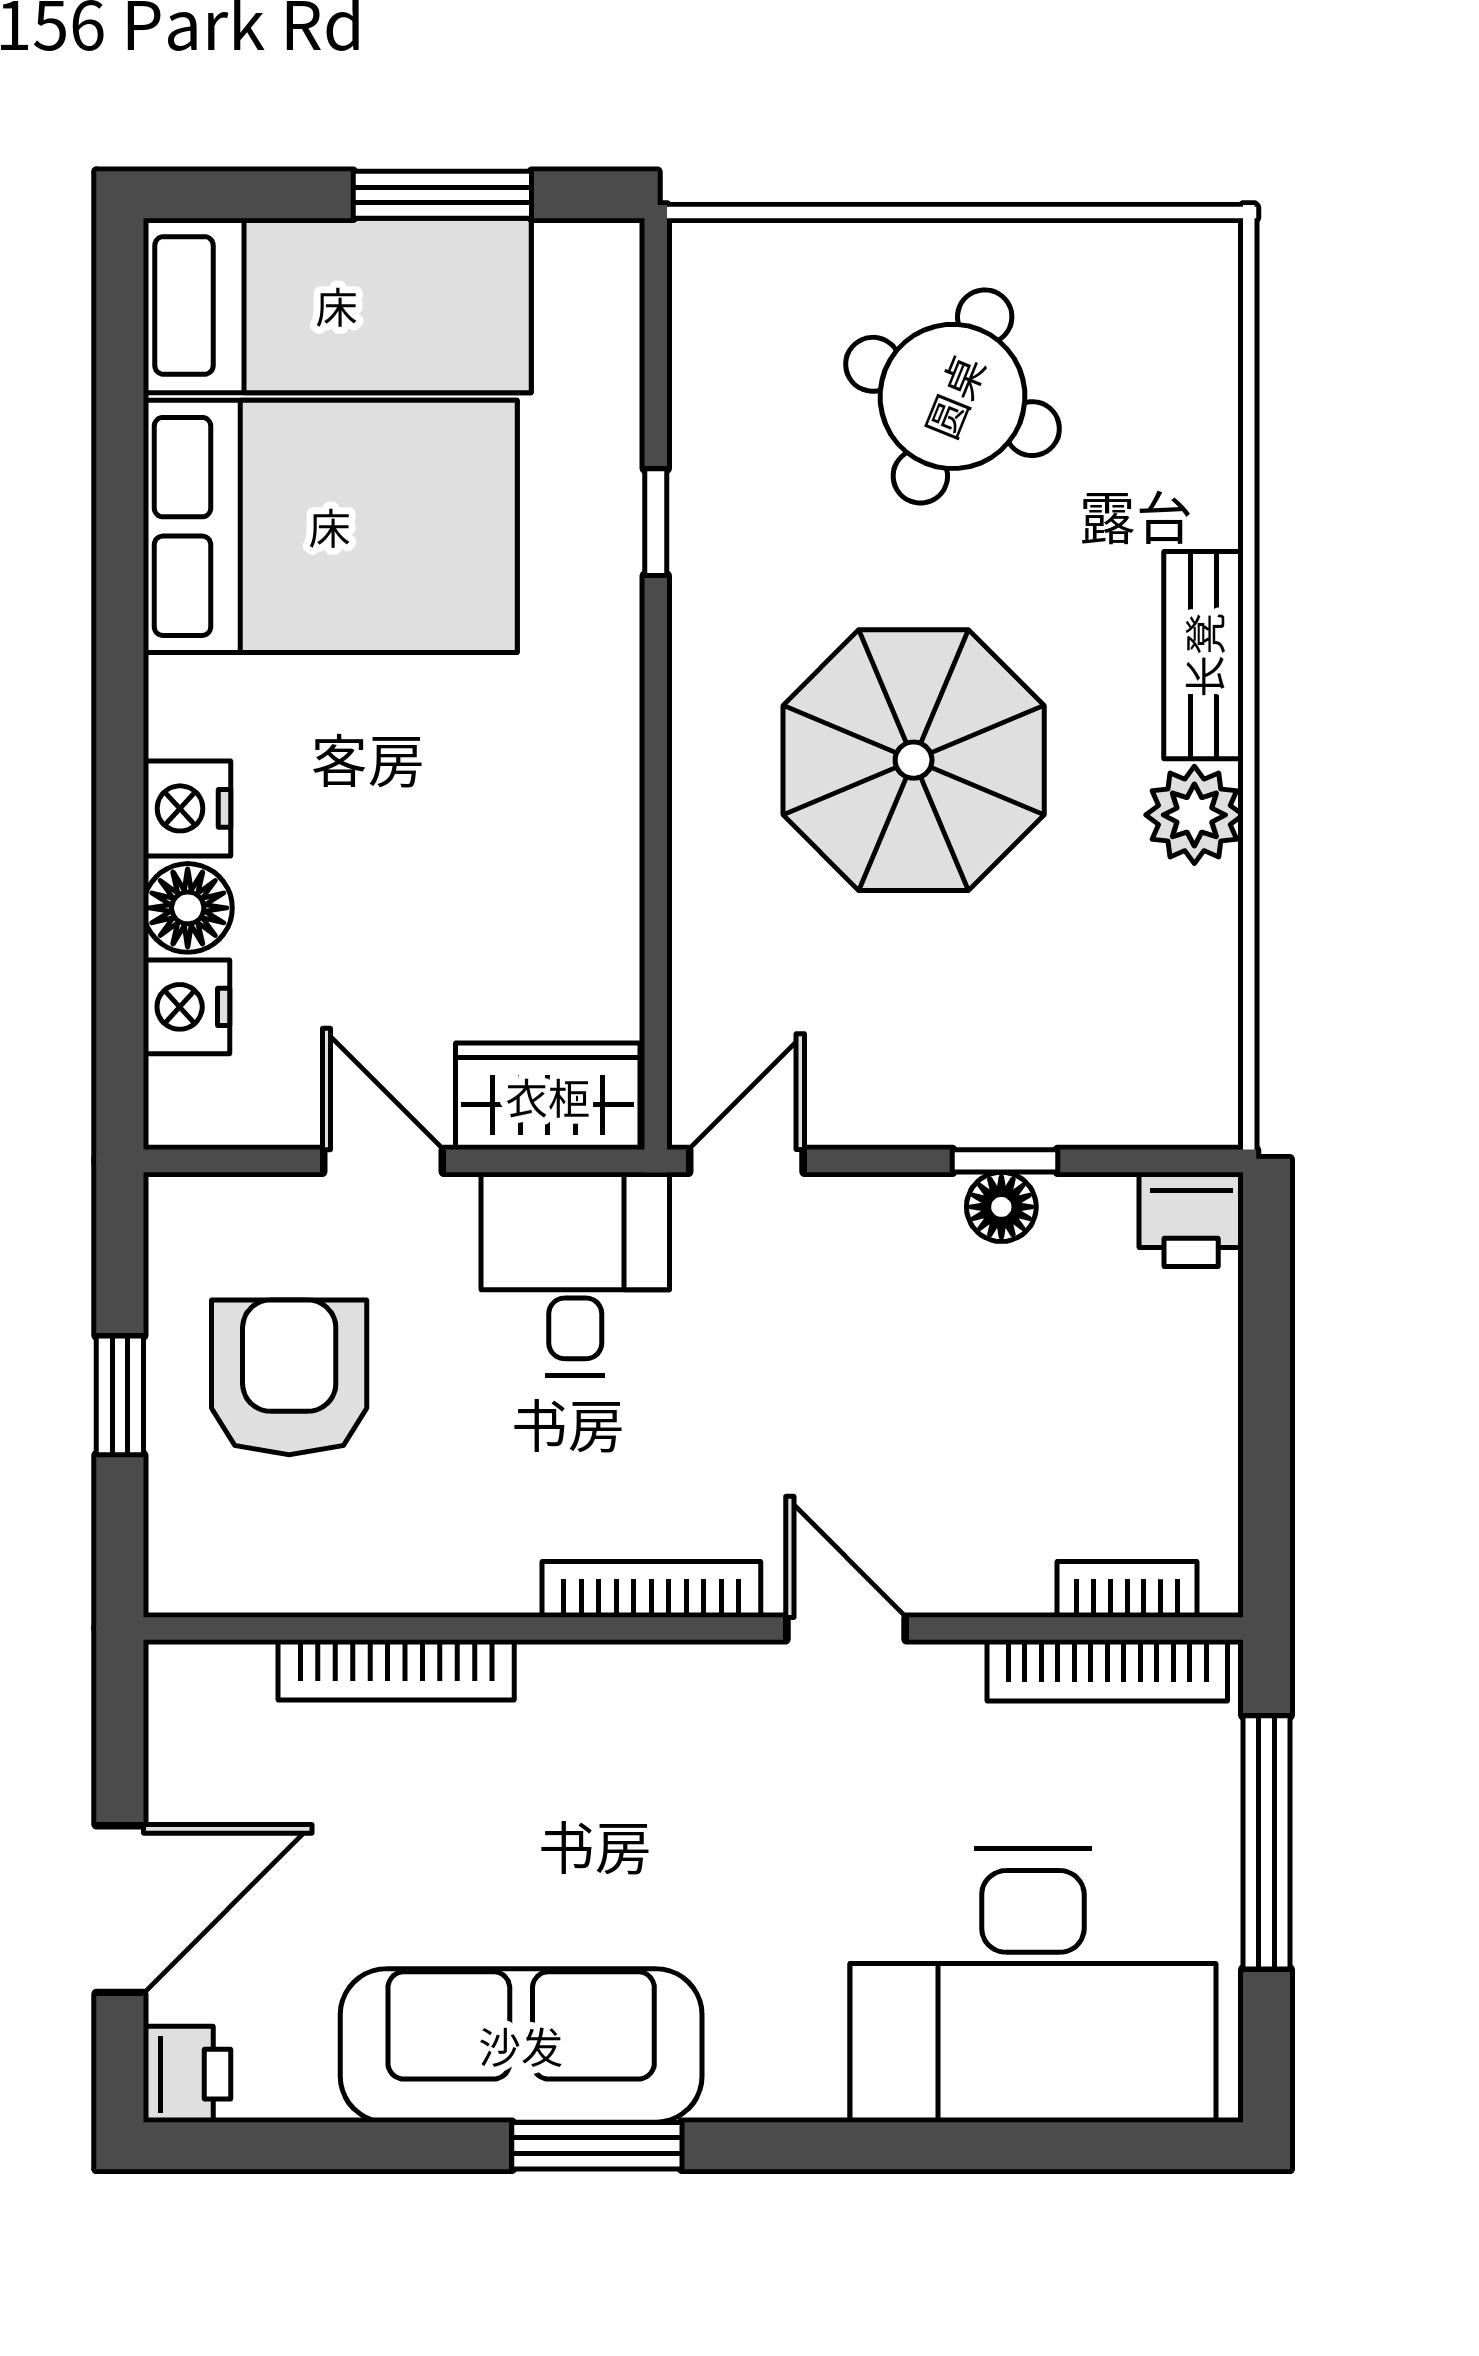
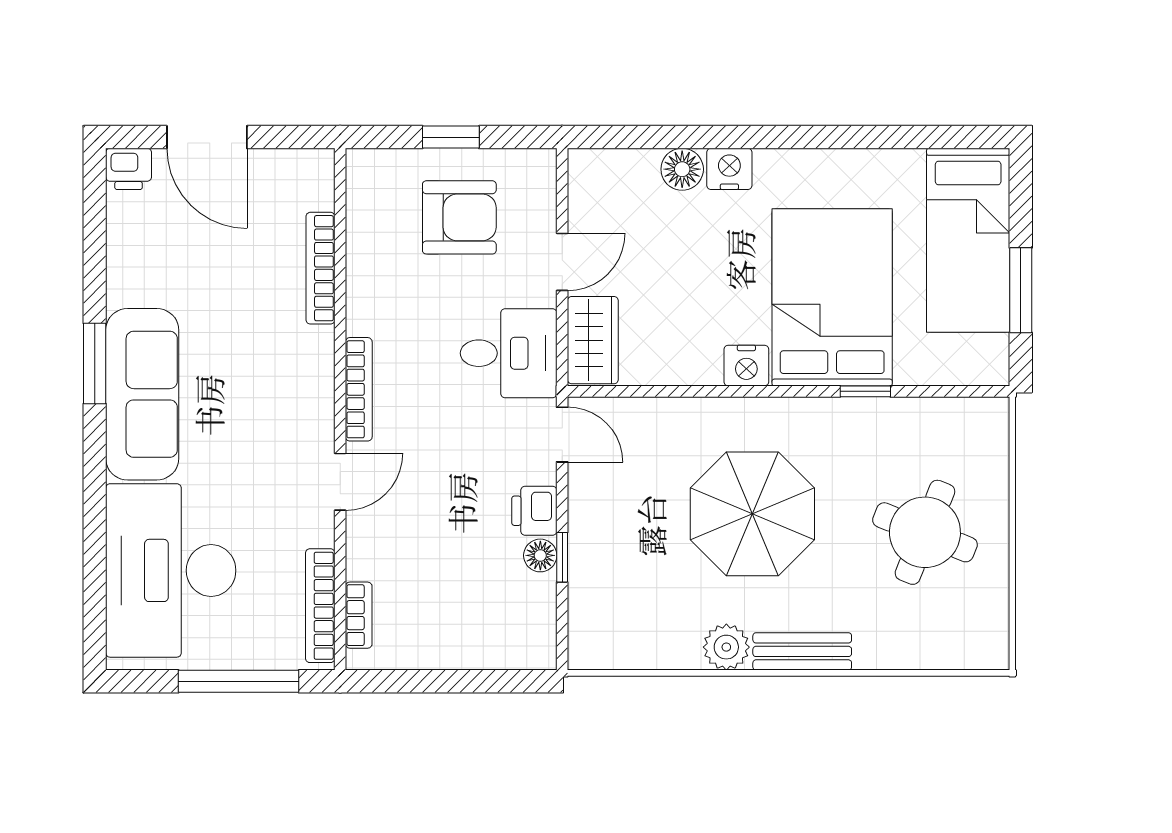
bed: (330, 526) -> (832, 297), moved, turned 180
nightstand: (186, 1007) -> (746, 366), moved, turned 180
printer: (1191, 1219) -> (534, 511), moved
sofa: (521, 2045) -> (142, 394), moved

